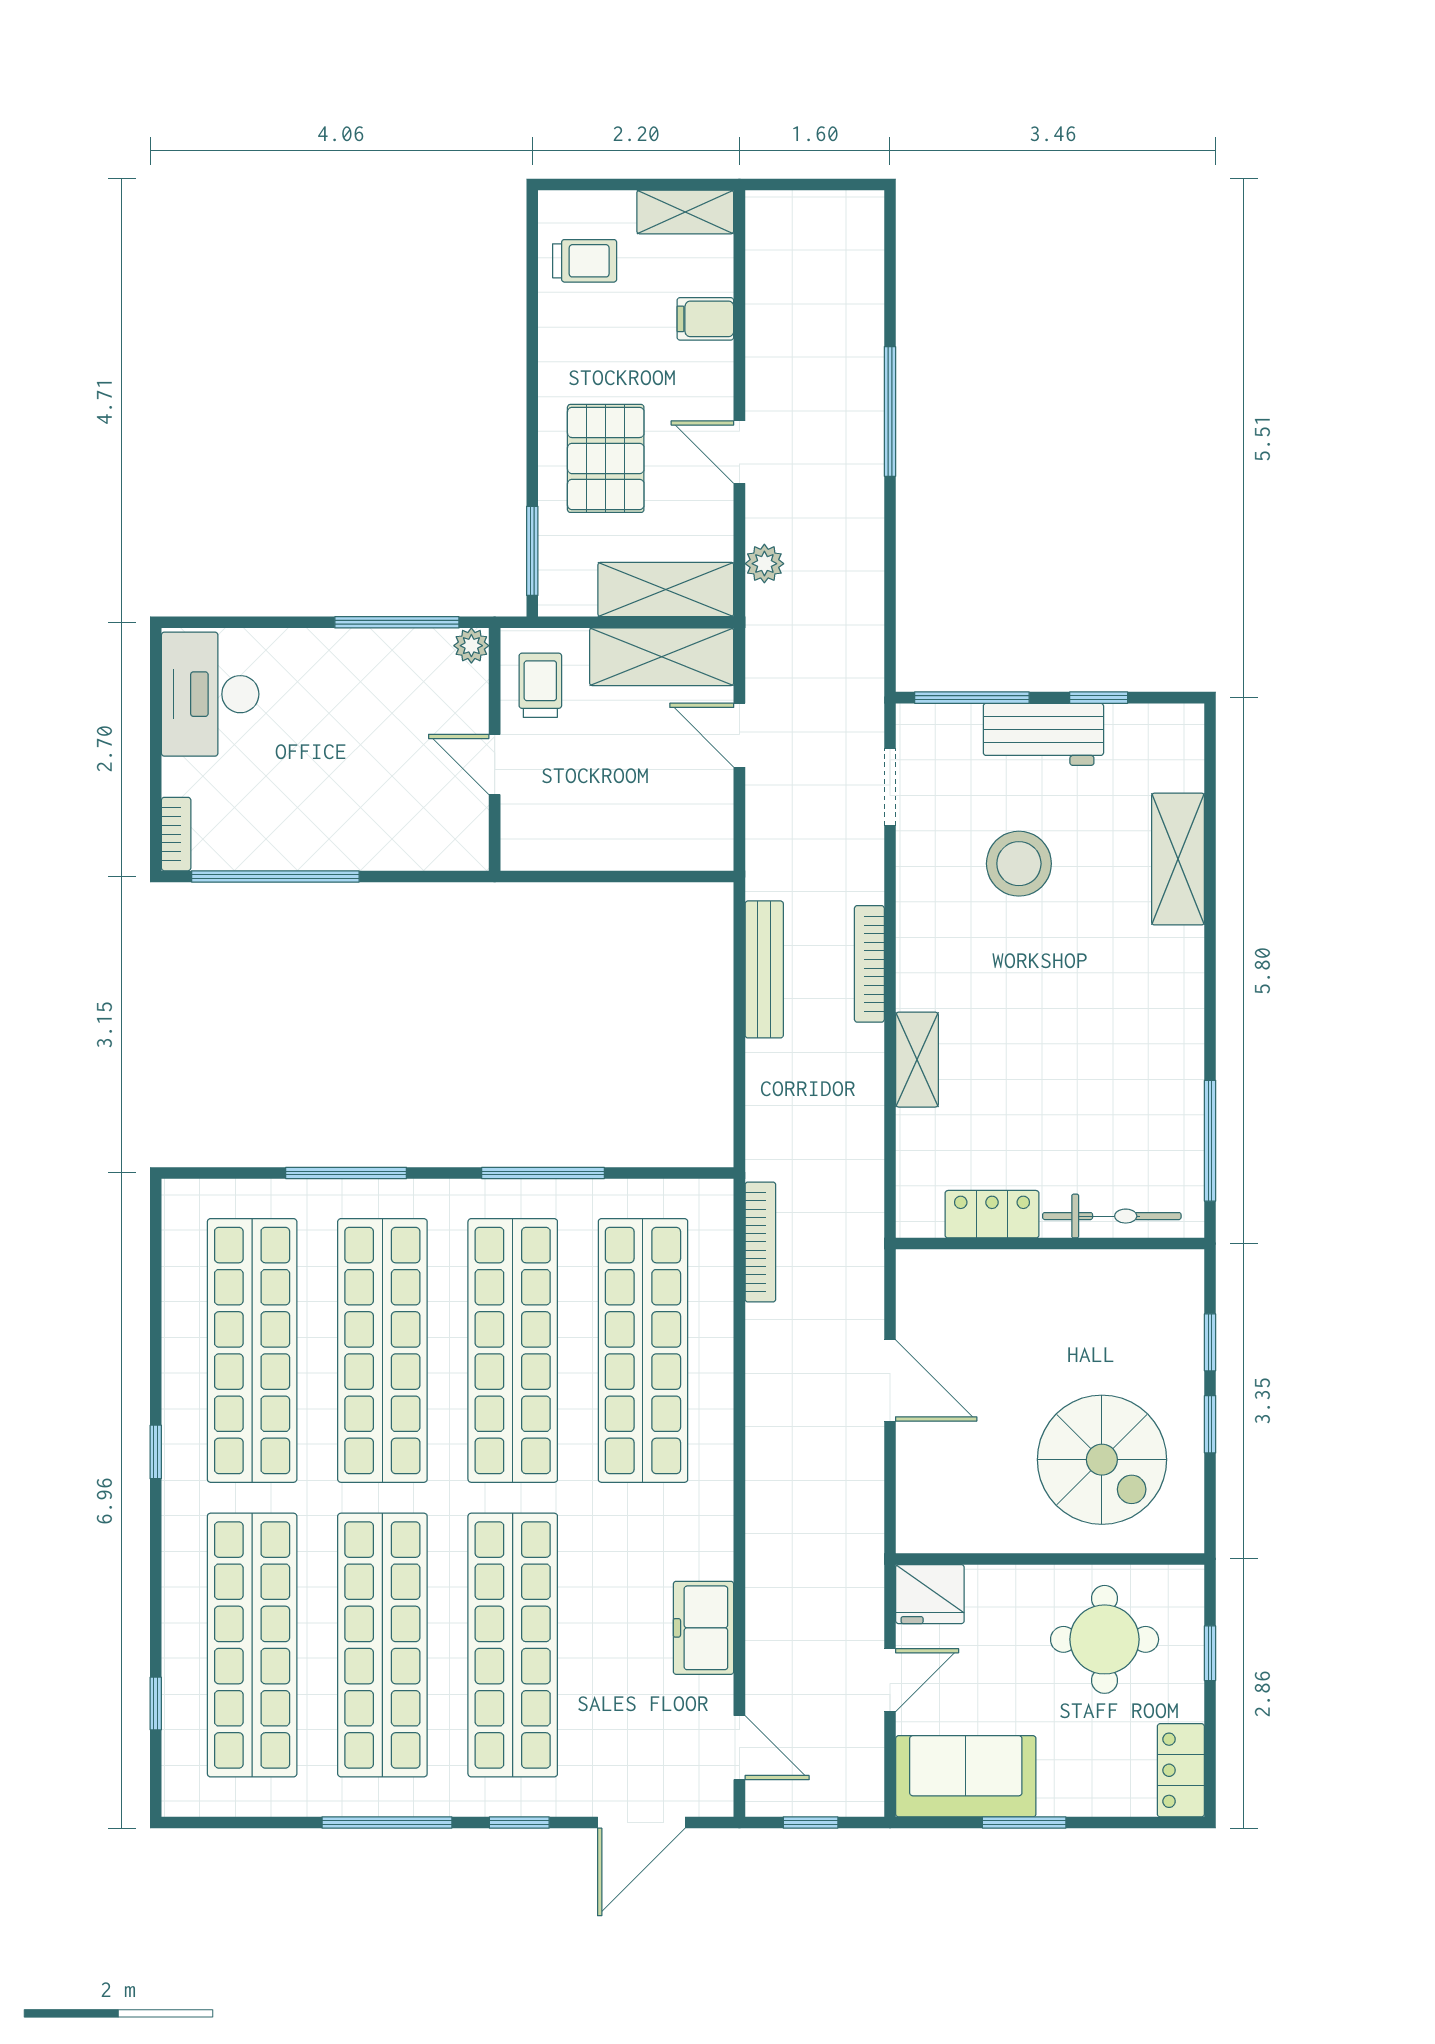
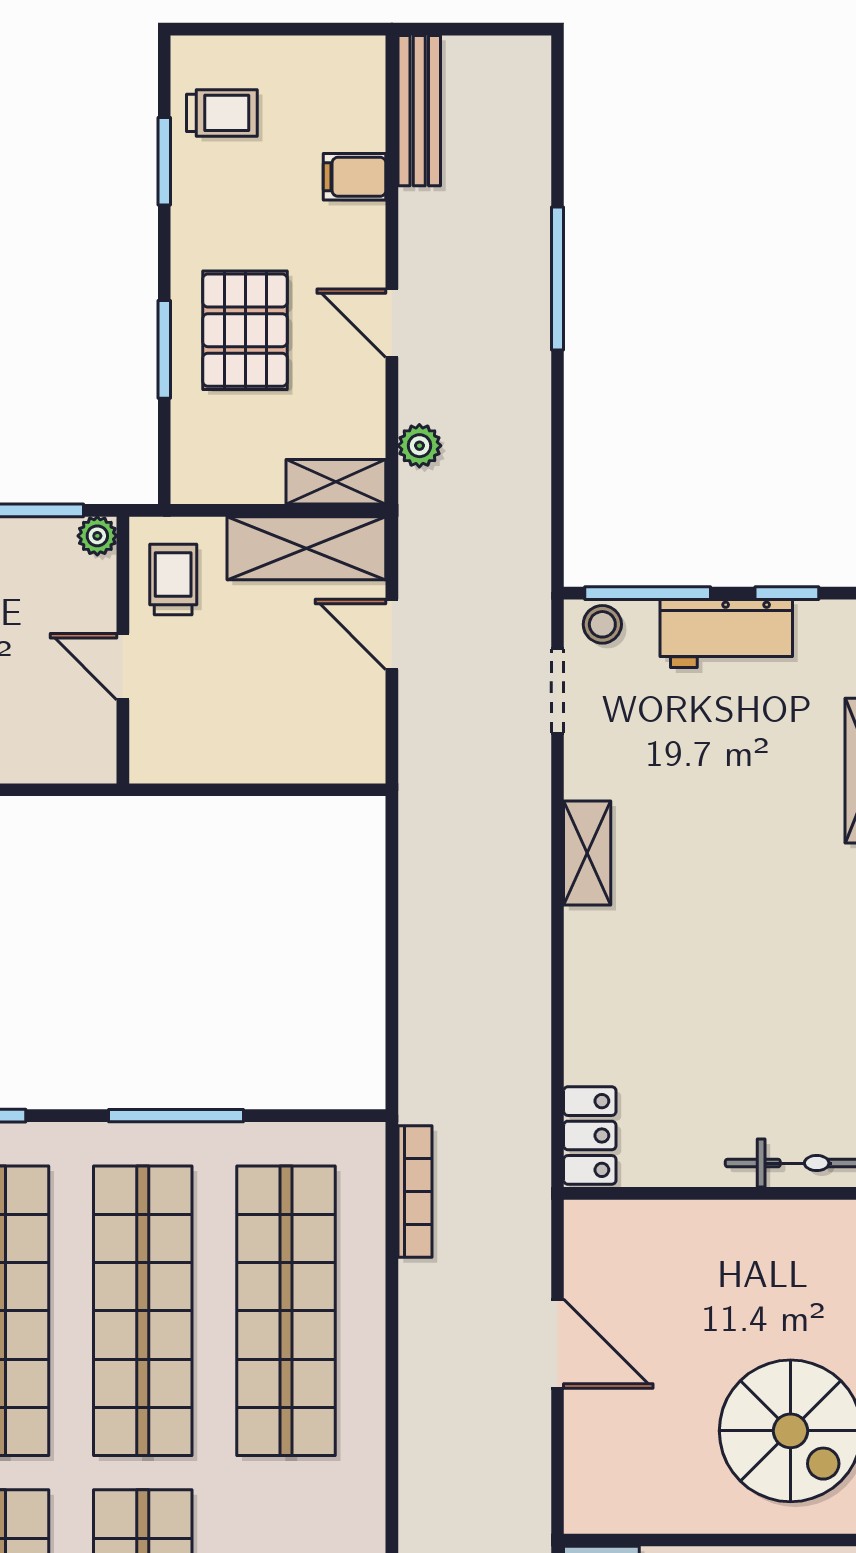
shelving: (685, 212) -> (332, 59), removed
window: (532, 305) -> (164, 161), added
window: (532, 551) -> (164, 349), moved
shelving: (666, 589) -> (336, 482), width x0.67, depth x0.75
stool: (1019, 864) -> (602, 624), moved, width x0.53, depth x0.53
bookcase: (869, 964) -> (535, 886), removed
bench: (764, 969) -> (419, 111), moved
shelving: (917, 1060) -> (587, 853), moved
locker: (992, 1214) -> (590, 1135), moved, turned 90

